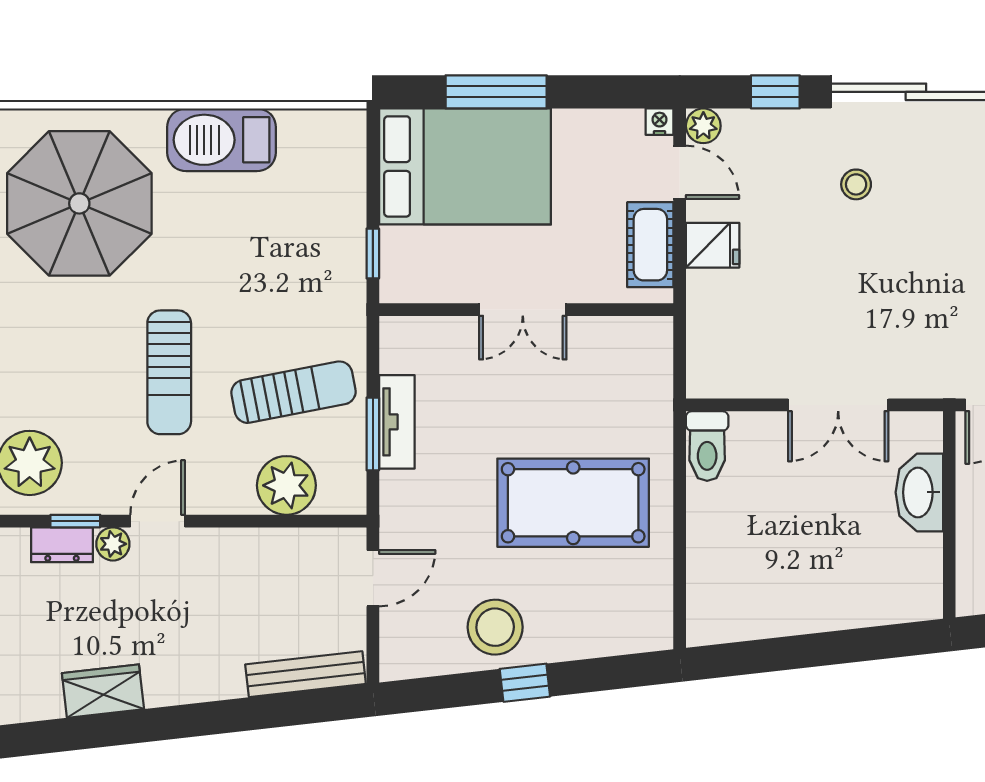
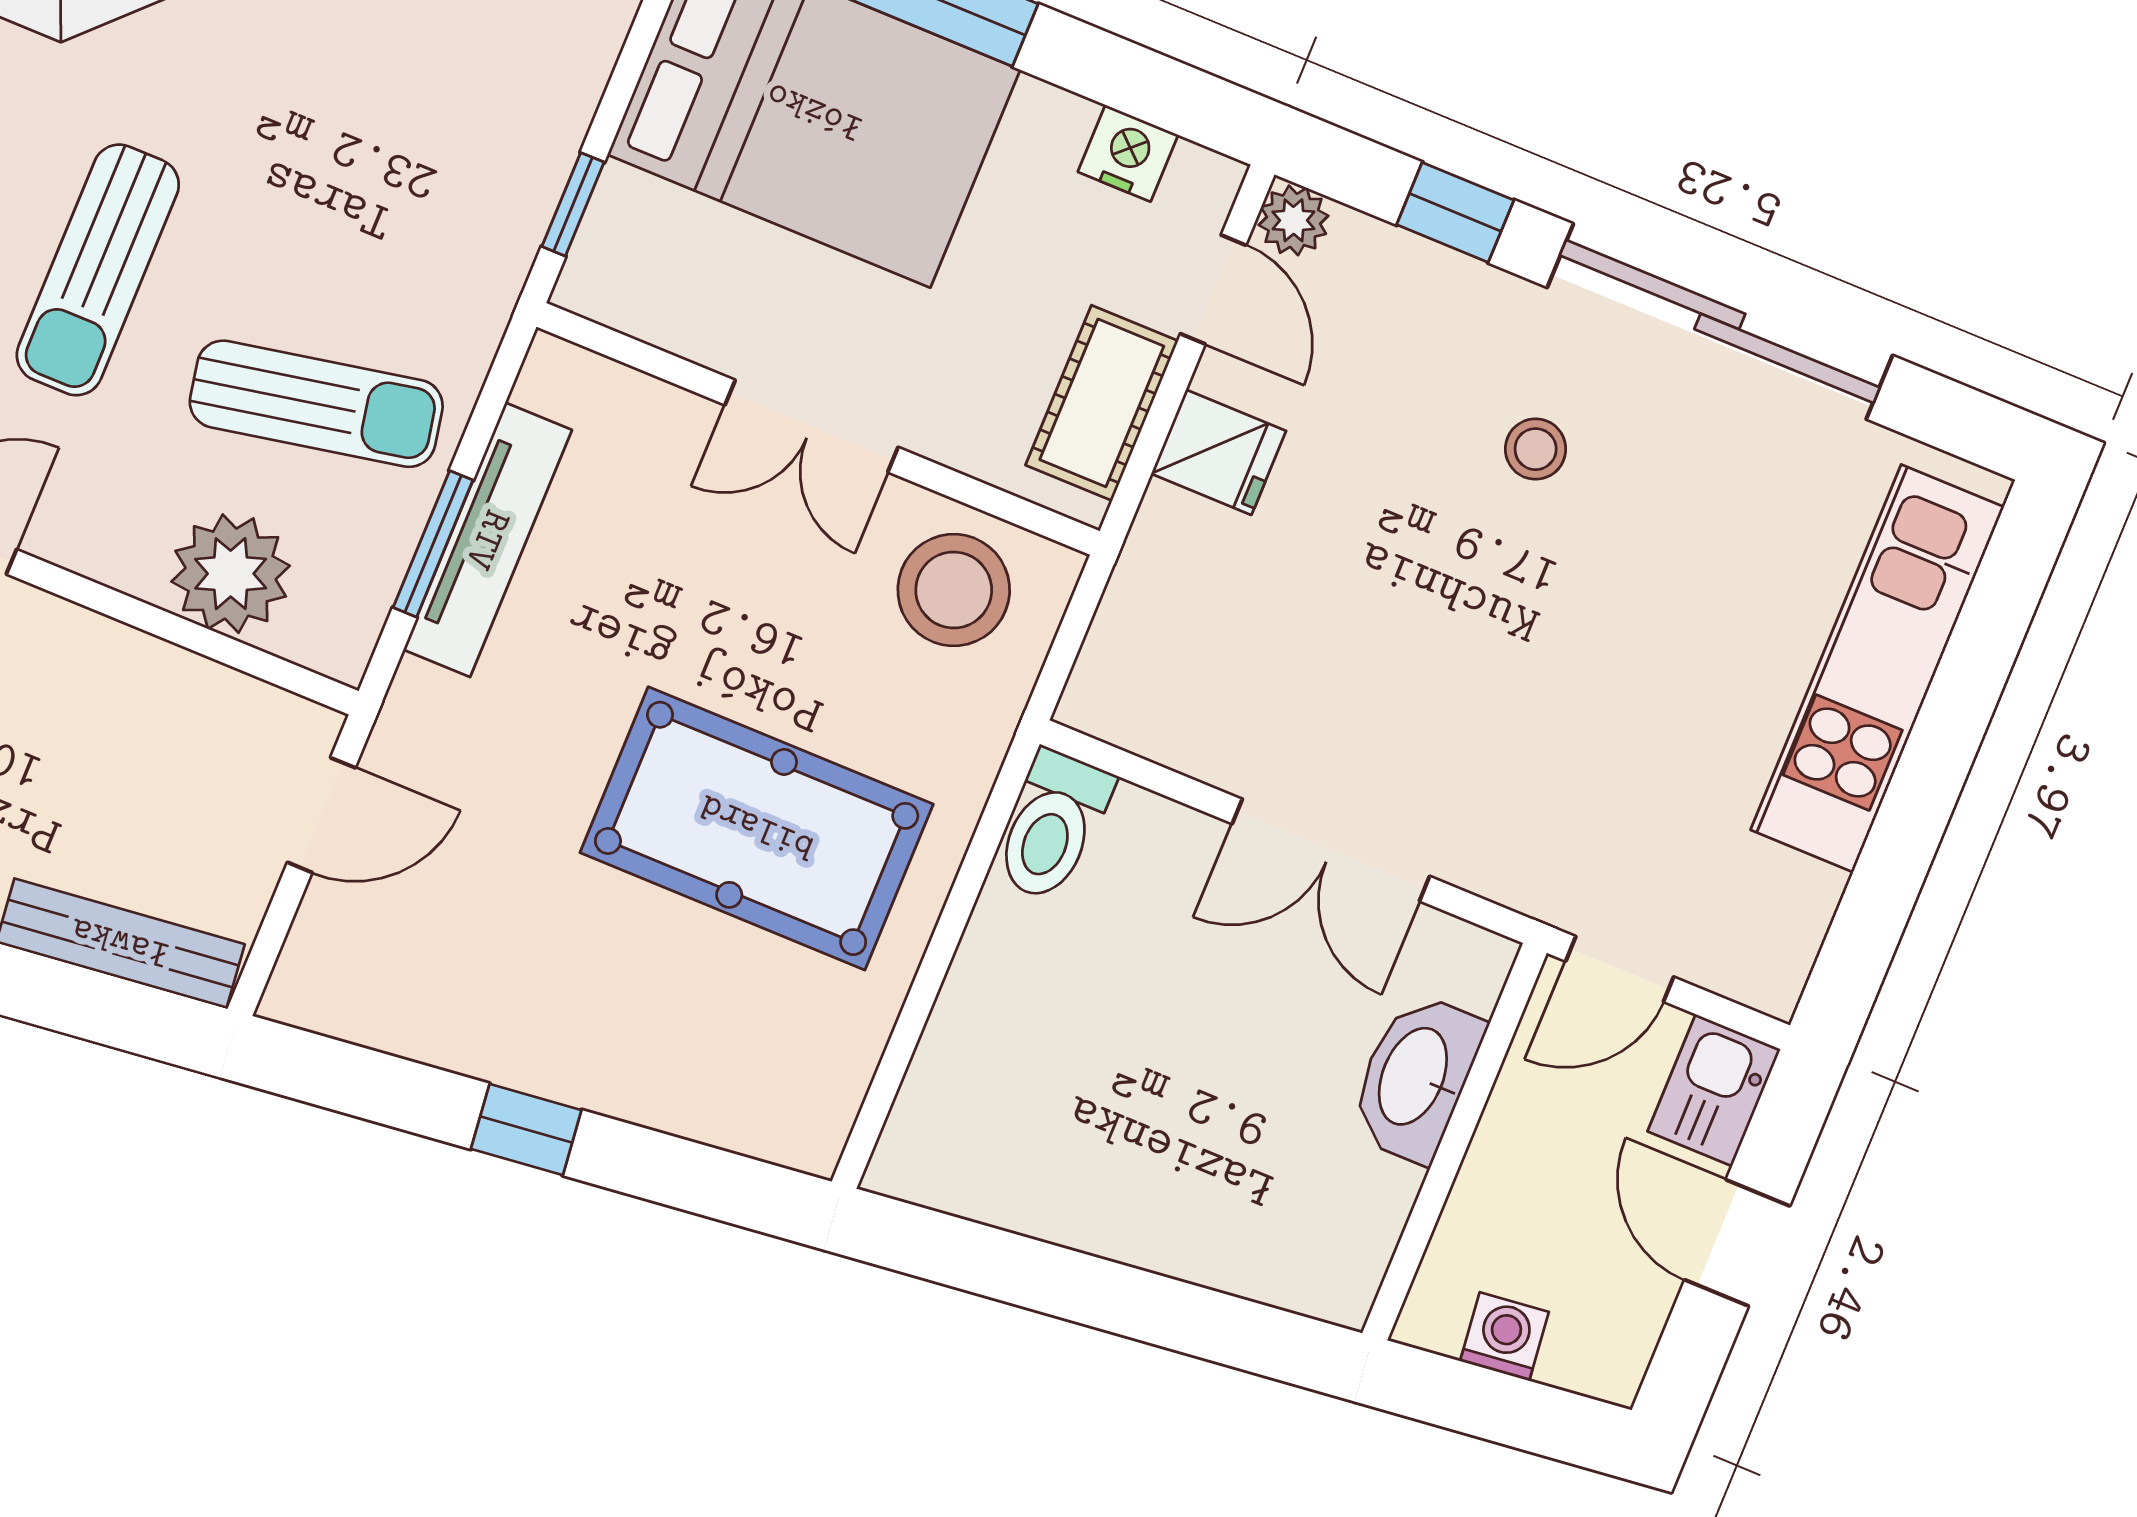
nightstand: (660, 122) -> (1128, 153), moved, width x1.39, depth x1.35
tv unit: (397, 422) -> (488, 540), width x1.41
stool: (495, 627) -> (954, 590), moved

